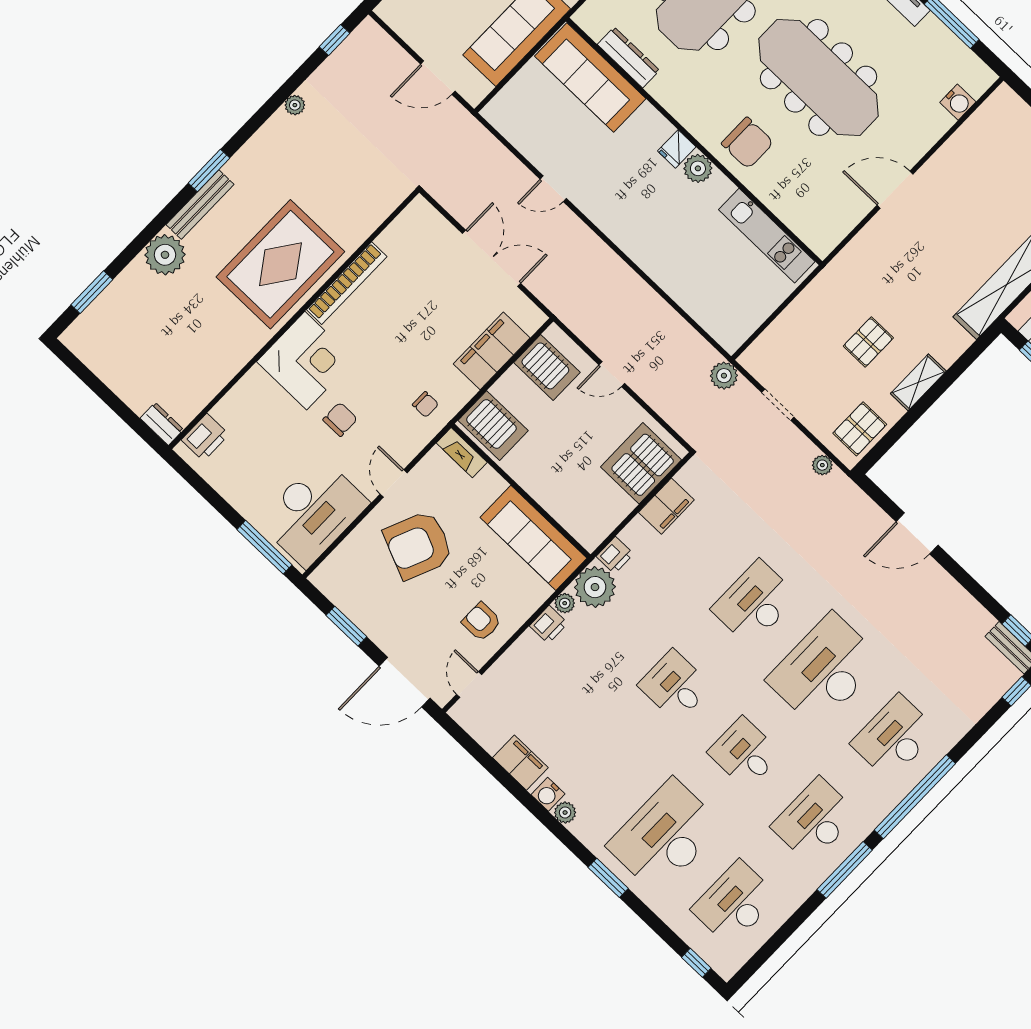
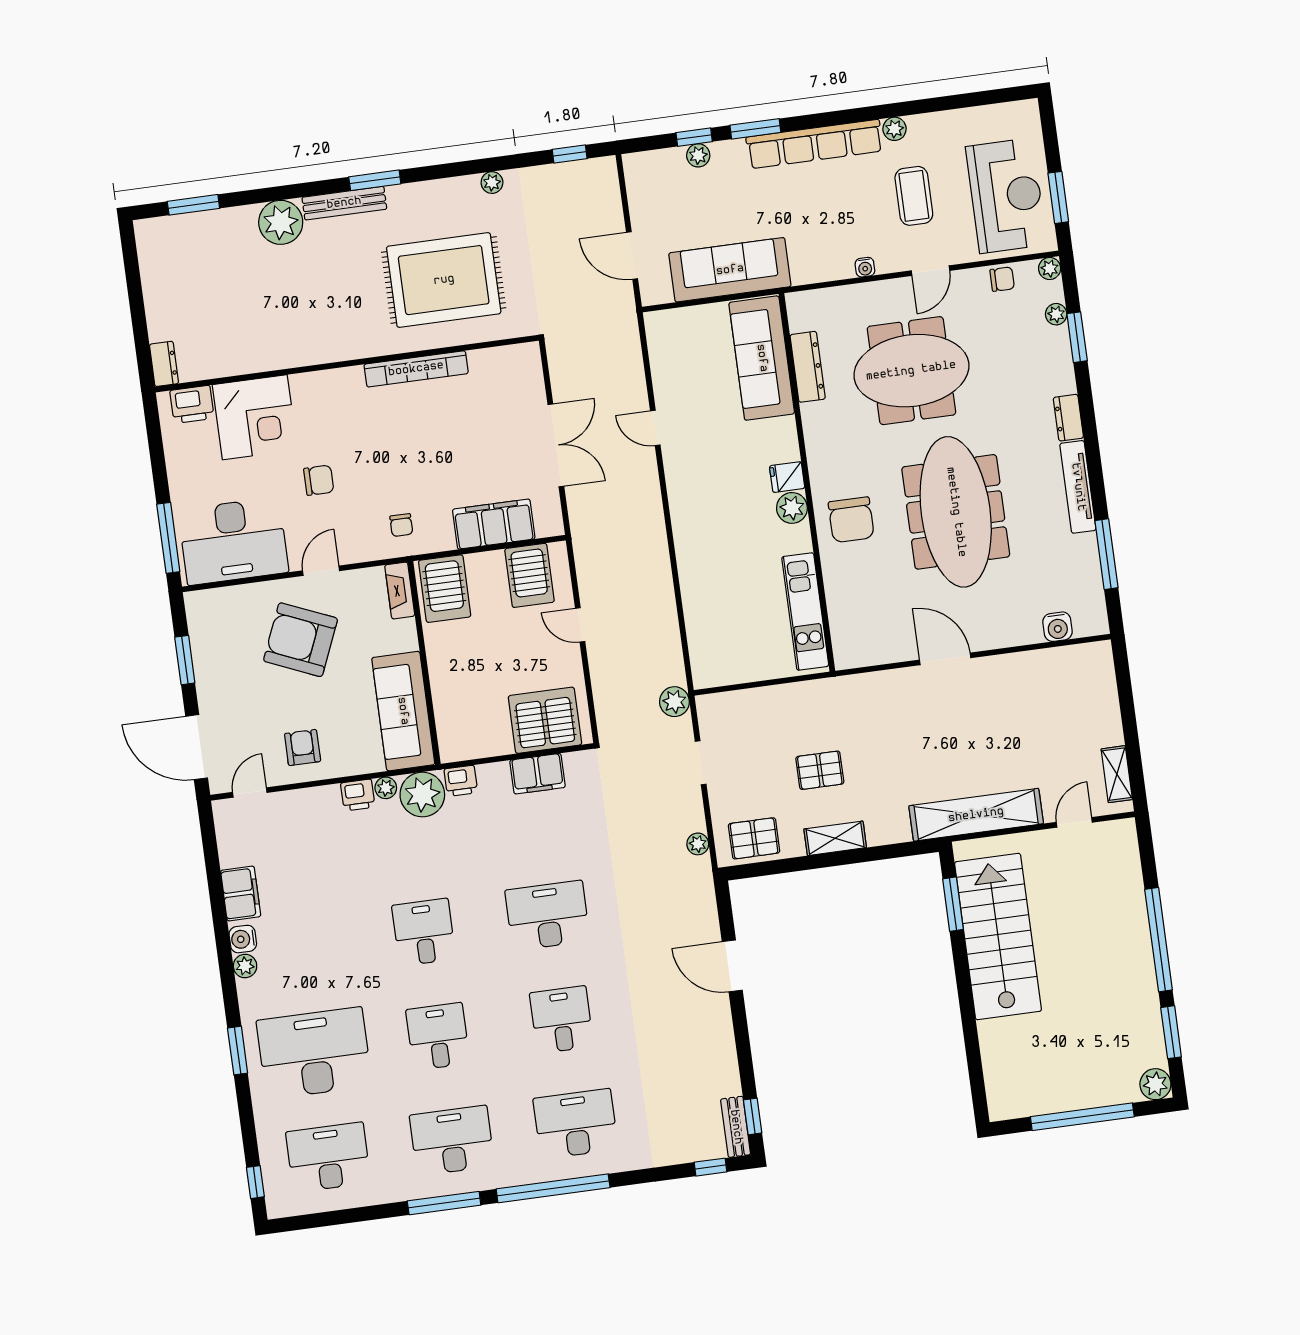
rug: (280, 264) -> (444, 280), moved
corner desk: (306, 361) -> (255, 417), moved
desk: (824, 670) -> (562, 1020), width x0.53, depth x0.77

